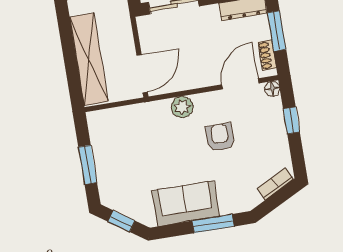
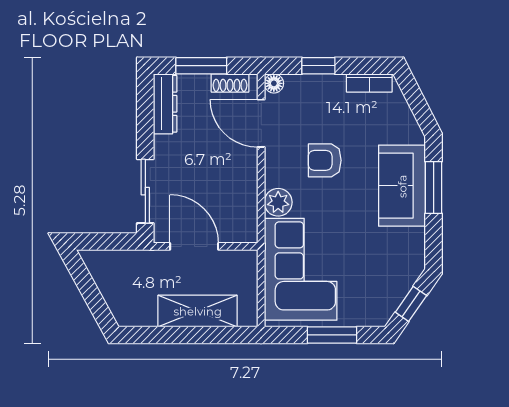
shelving: (89, 59) -> (198, 311), width x0.68
door: (142, 74) -> (194, 246), moved
corner sofa: (134, 133) -> (301, 269), added
bookcase: (276, 184) -> (369, 83), moved, turned -63
sofa: (186, 203) -> (402, 186), moved

